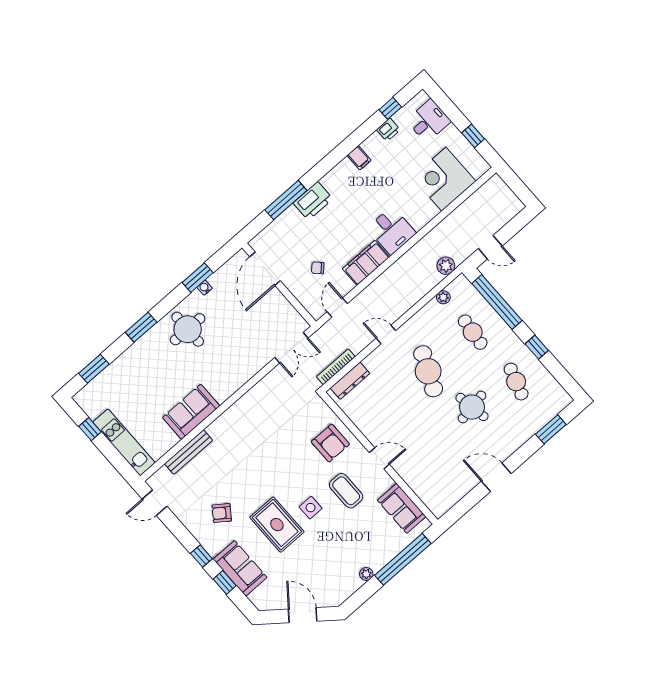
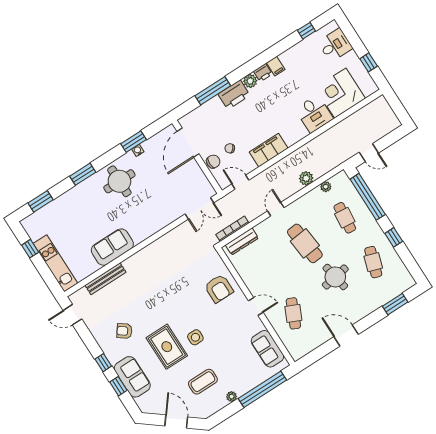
printer: (388, 130) -> (263, 73), moved
plant: (330, 181) -> (250, 81), added
desk: (391, 231) -> (314, 114), moved
plant: (446, 266) -> (306, 178), moved
chair: (300, 287) -> (213, 162), added
door: (337, 308) -> (240, 182), hinge flipped
door: (386, 334) -> (276, 209), hinge flipped
cafe table: (428, 371) -> (305, 243), turned -30
cafe table: (427, 460) -> (293, 313), added
coffee table: (346, 491) -> (203, 382), moved, turned 90

